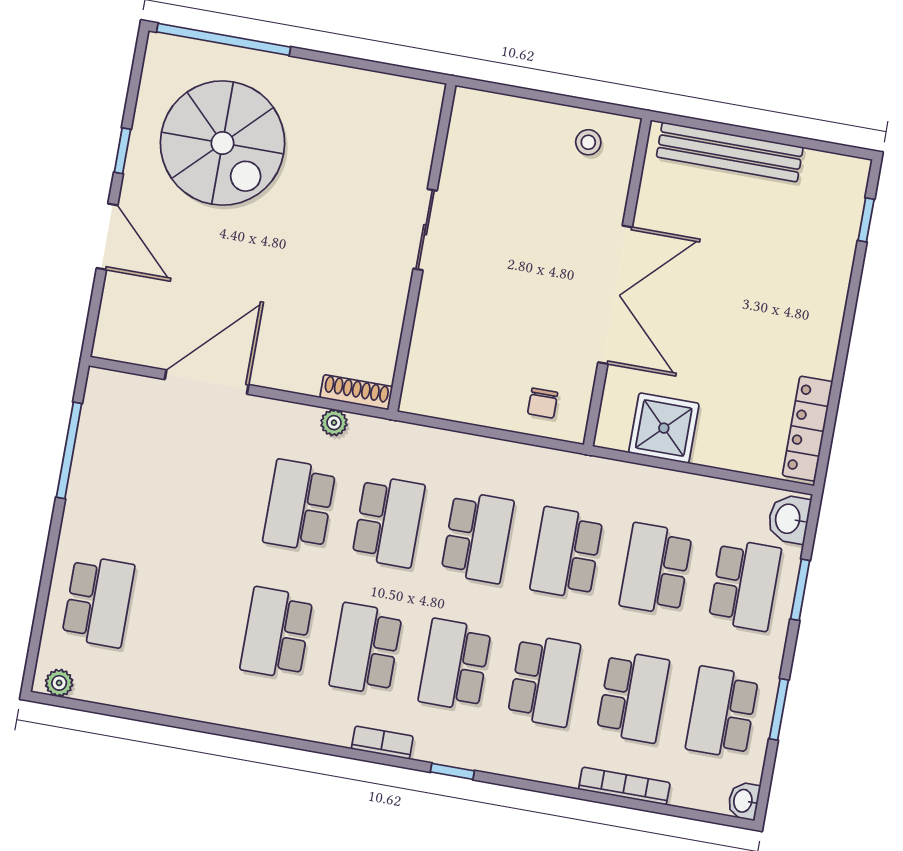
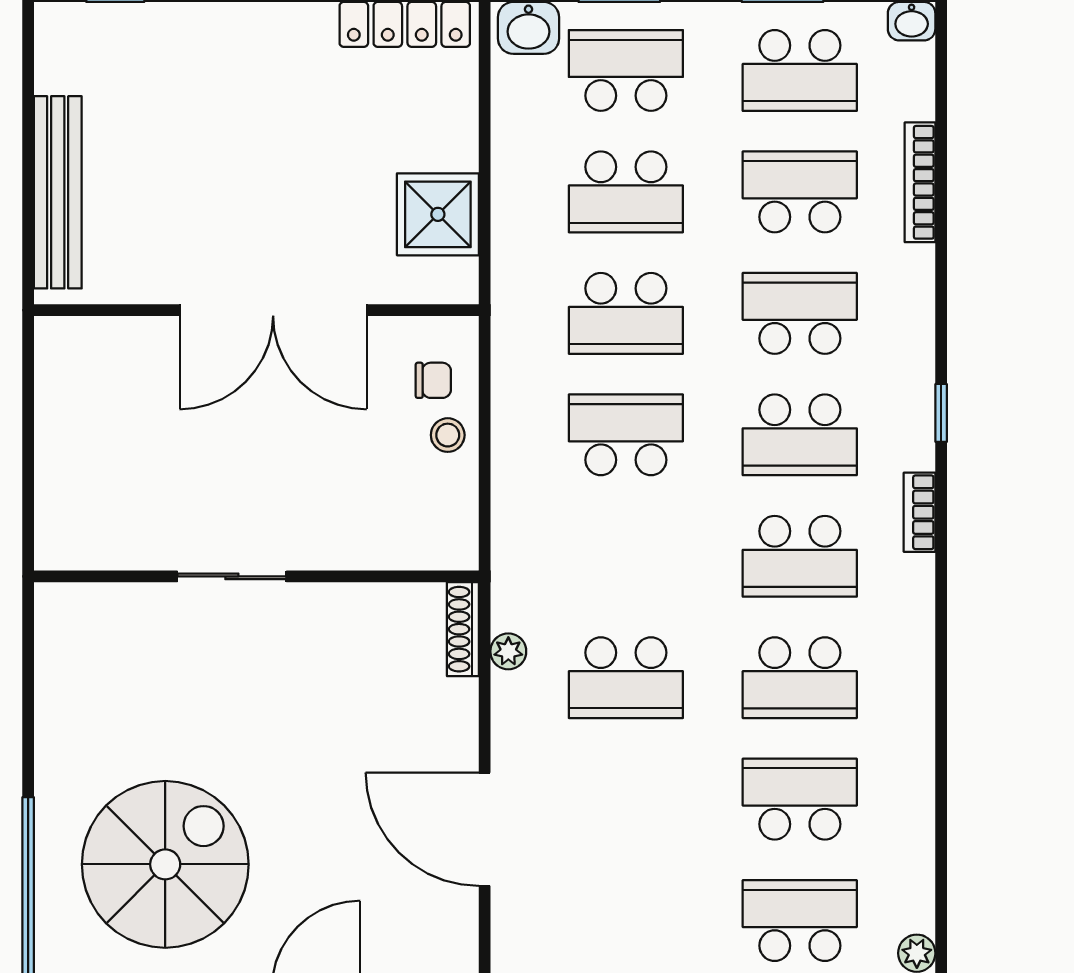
stool: (588, 142) -> (448, 435), moved
double door: (615, 295) -> (273, 310), swing flipped
school desk: (388, 521) -> (800, 799), moved

